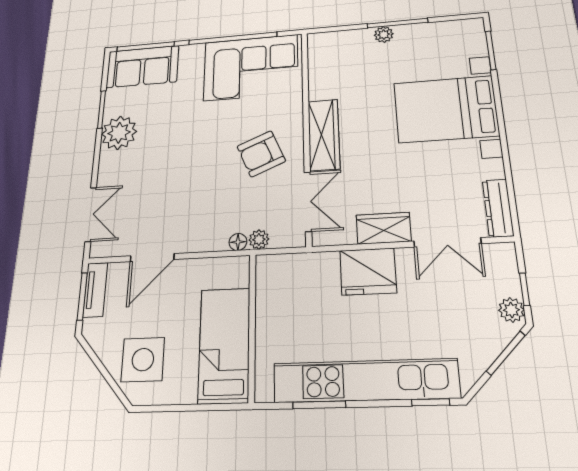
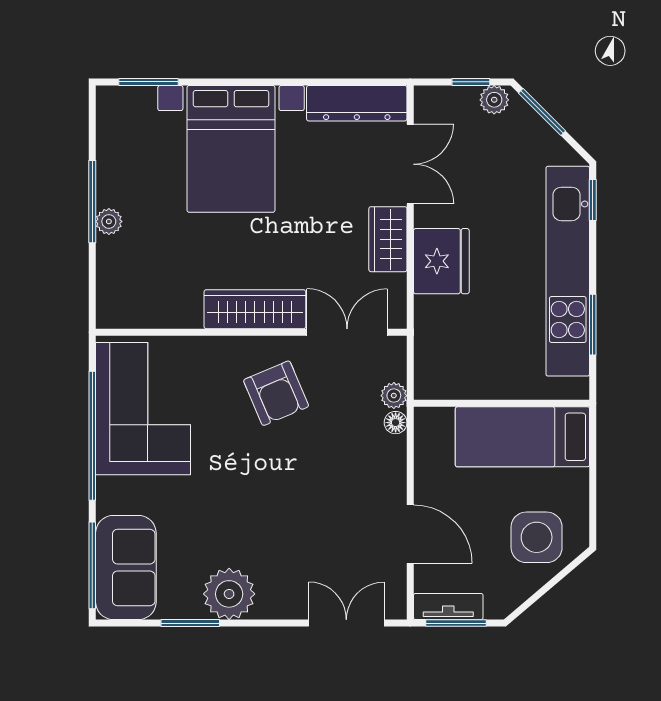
dresser: (498, 208) -> (357, 103), width x1.37, depth x1.24

